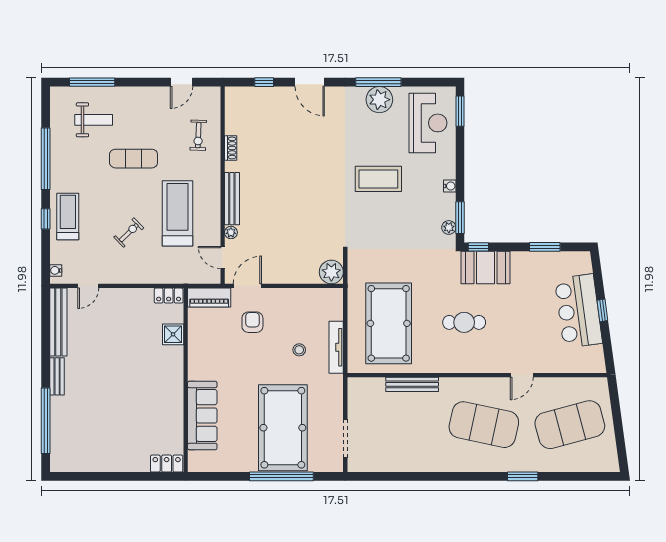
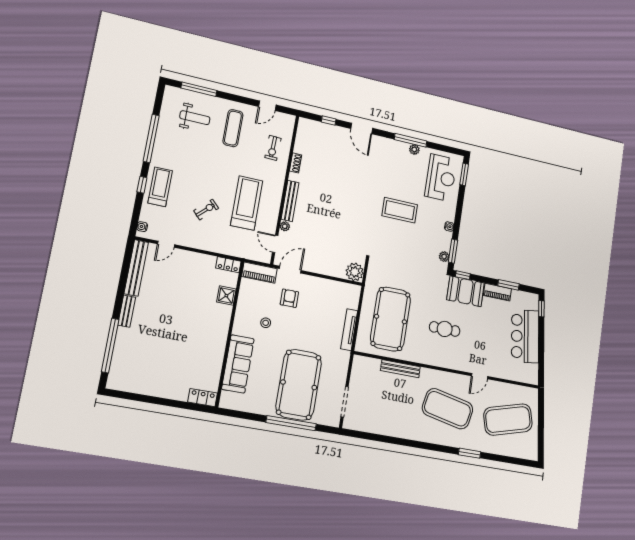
plant: (379, 100) -> (414, 149), width x0.53, depth x0.53
exercise mat: (134, 159) -> (233, 128), moved, turned 90
piano: (530, 260) -> (497, 292), added
window: (602, 310) -> (541, 309), moved
stool: (299, 350) -> (266, 323), moved

